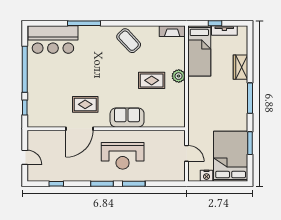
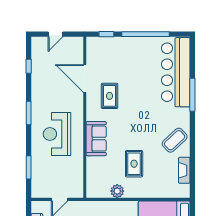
fireplace: (172, 31) -> (184, 170), moved
bar counter: (53, 40) -> (176, 72), width x1.36
plant: (179, 76) -> (117, 191), moved
door: (79, 129) -> (85, 78), moved
window: (134, 184) -> (29, 167), moved

